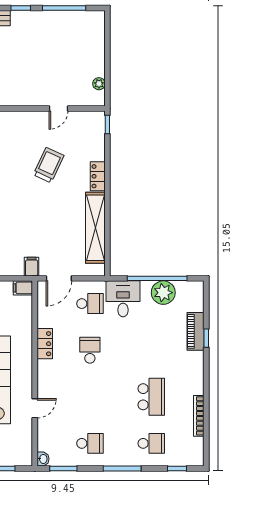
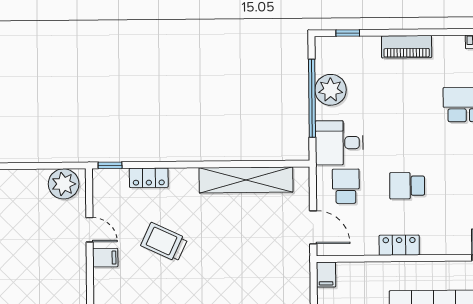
plant: (99, 84) -> (64, 184), width x1.87, depth x1.87
locker: (98, 176) -> (149, 178), moved
filing cabinet: (32, 267) -> (105, 258), moved, turned 180
piano: (196, 331) -> (407, 47), moved
window: (206, 338) -> (348, 33), moved

